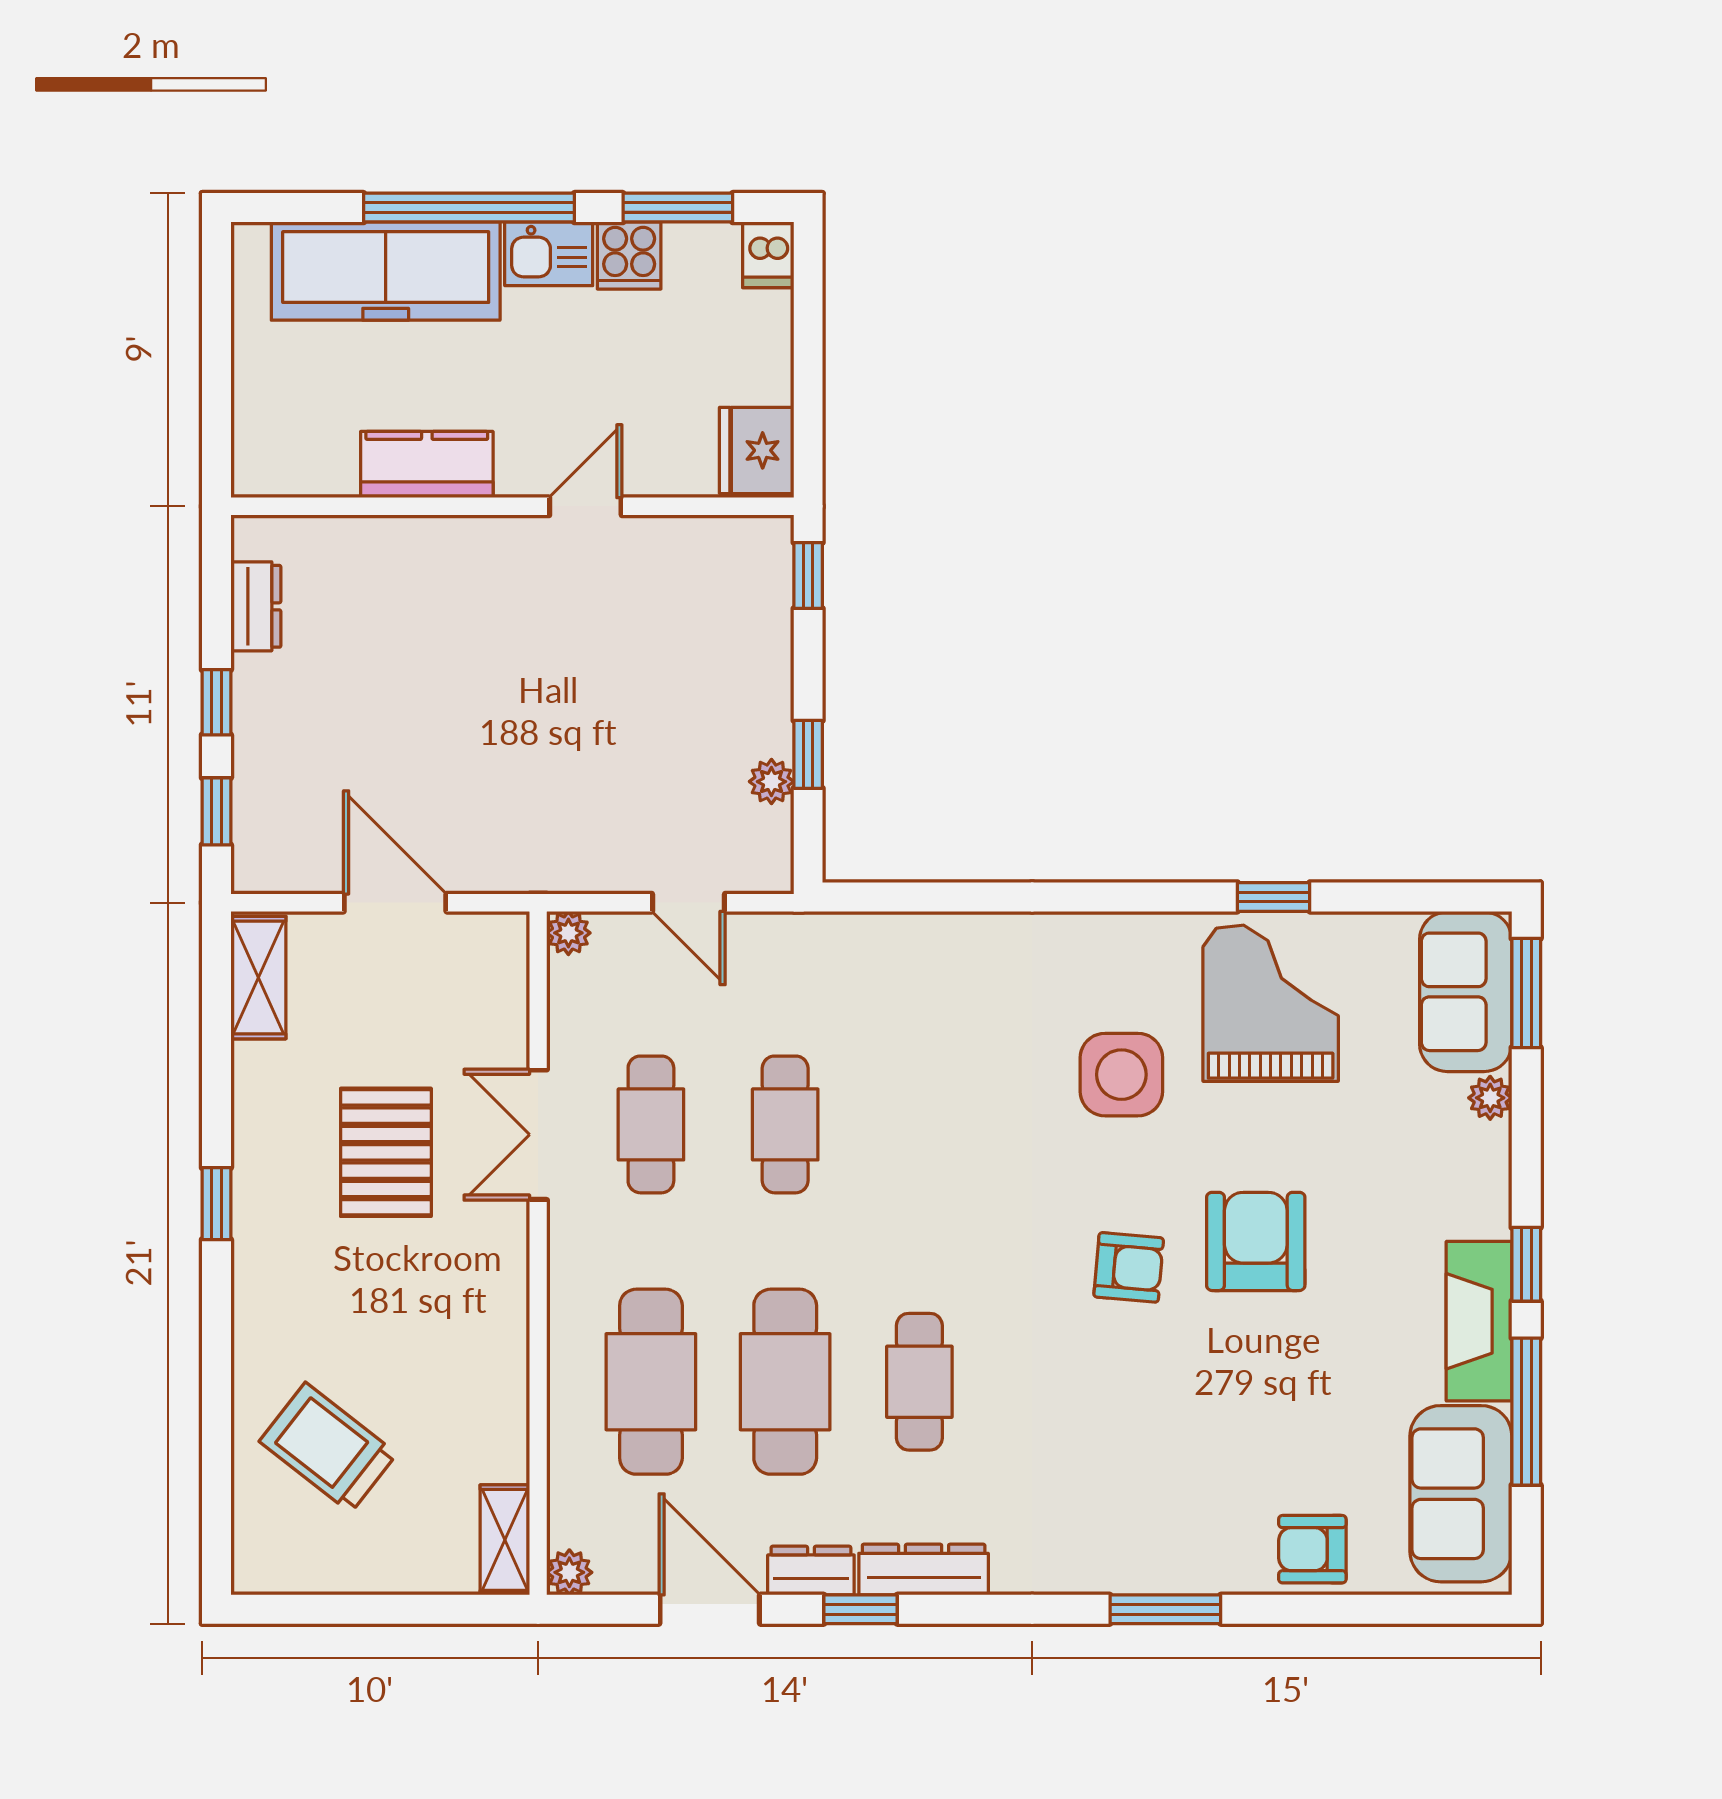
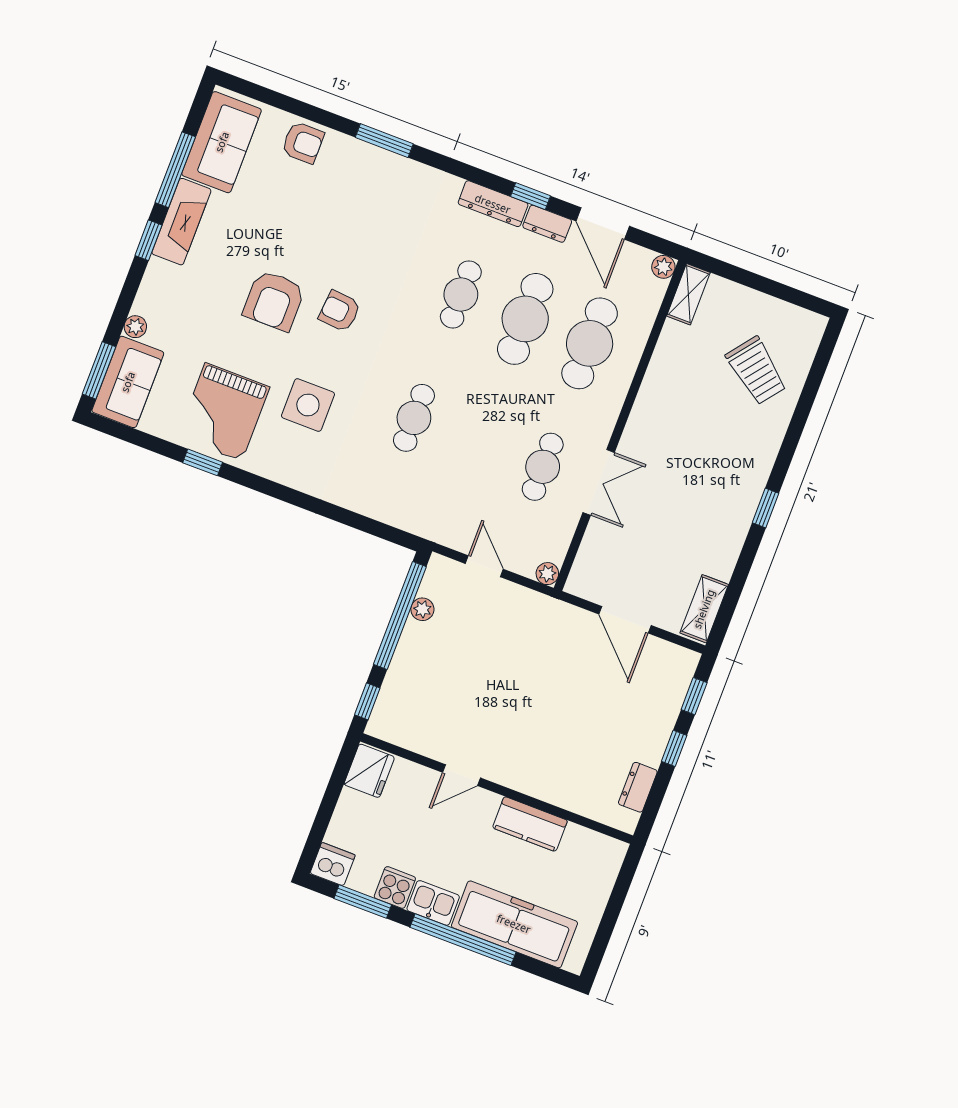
dishwasher: (768, 255) -> (333, 864), width x1.38
window: (808, 754) -> (400, 616), width x3.17
cafe table: (785, 1124) -> (414, 418), moved
pallet: (386, 1152) -> (675, 502), removed

